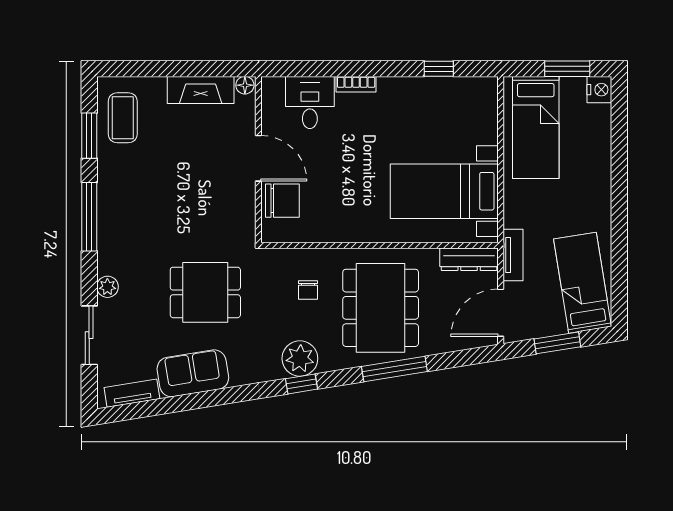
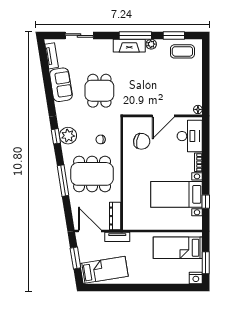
fireplace: (201, 90) -> (129, 46), moved, turned -90
desk: (310, 102) -> (190, 136), width x1.37
bed with nightstands: (444, 191) -> (177, 194), moved, turned -90
chair: (282, 201) -> (142, 141), moved, turned -79
plant: (107, 287) -> (151, 44), moved

